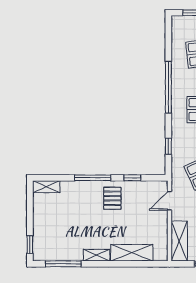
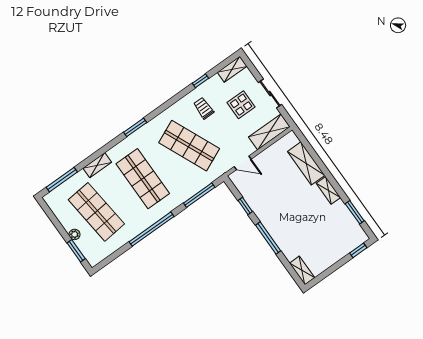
window: (168, 146) -> (199, 195), width x2.17
pallet: (112, 198) -> (273, 210), removed
window: (63, 264) -> (355, 212), width x0.69

